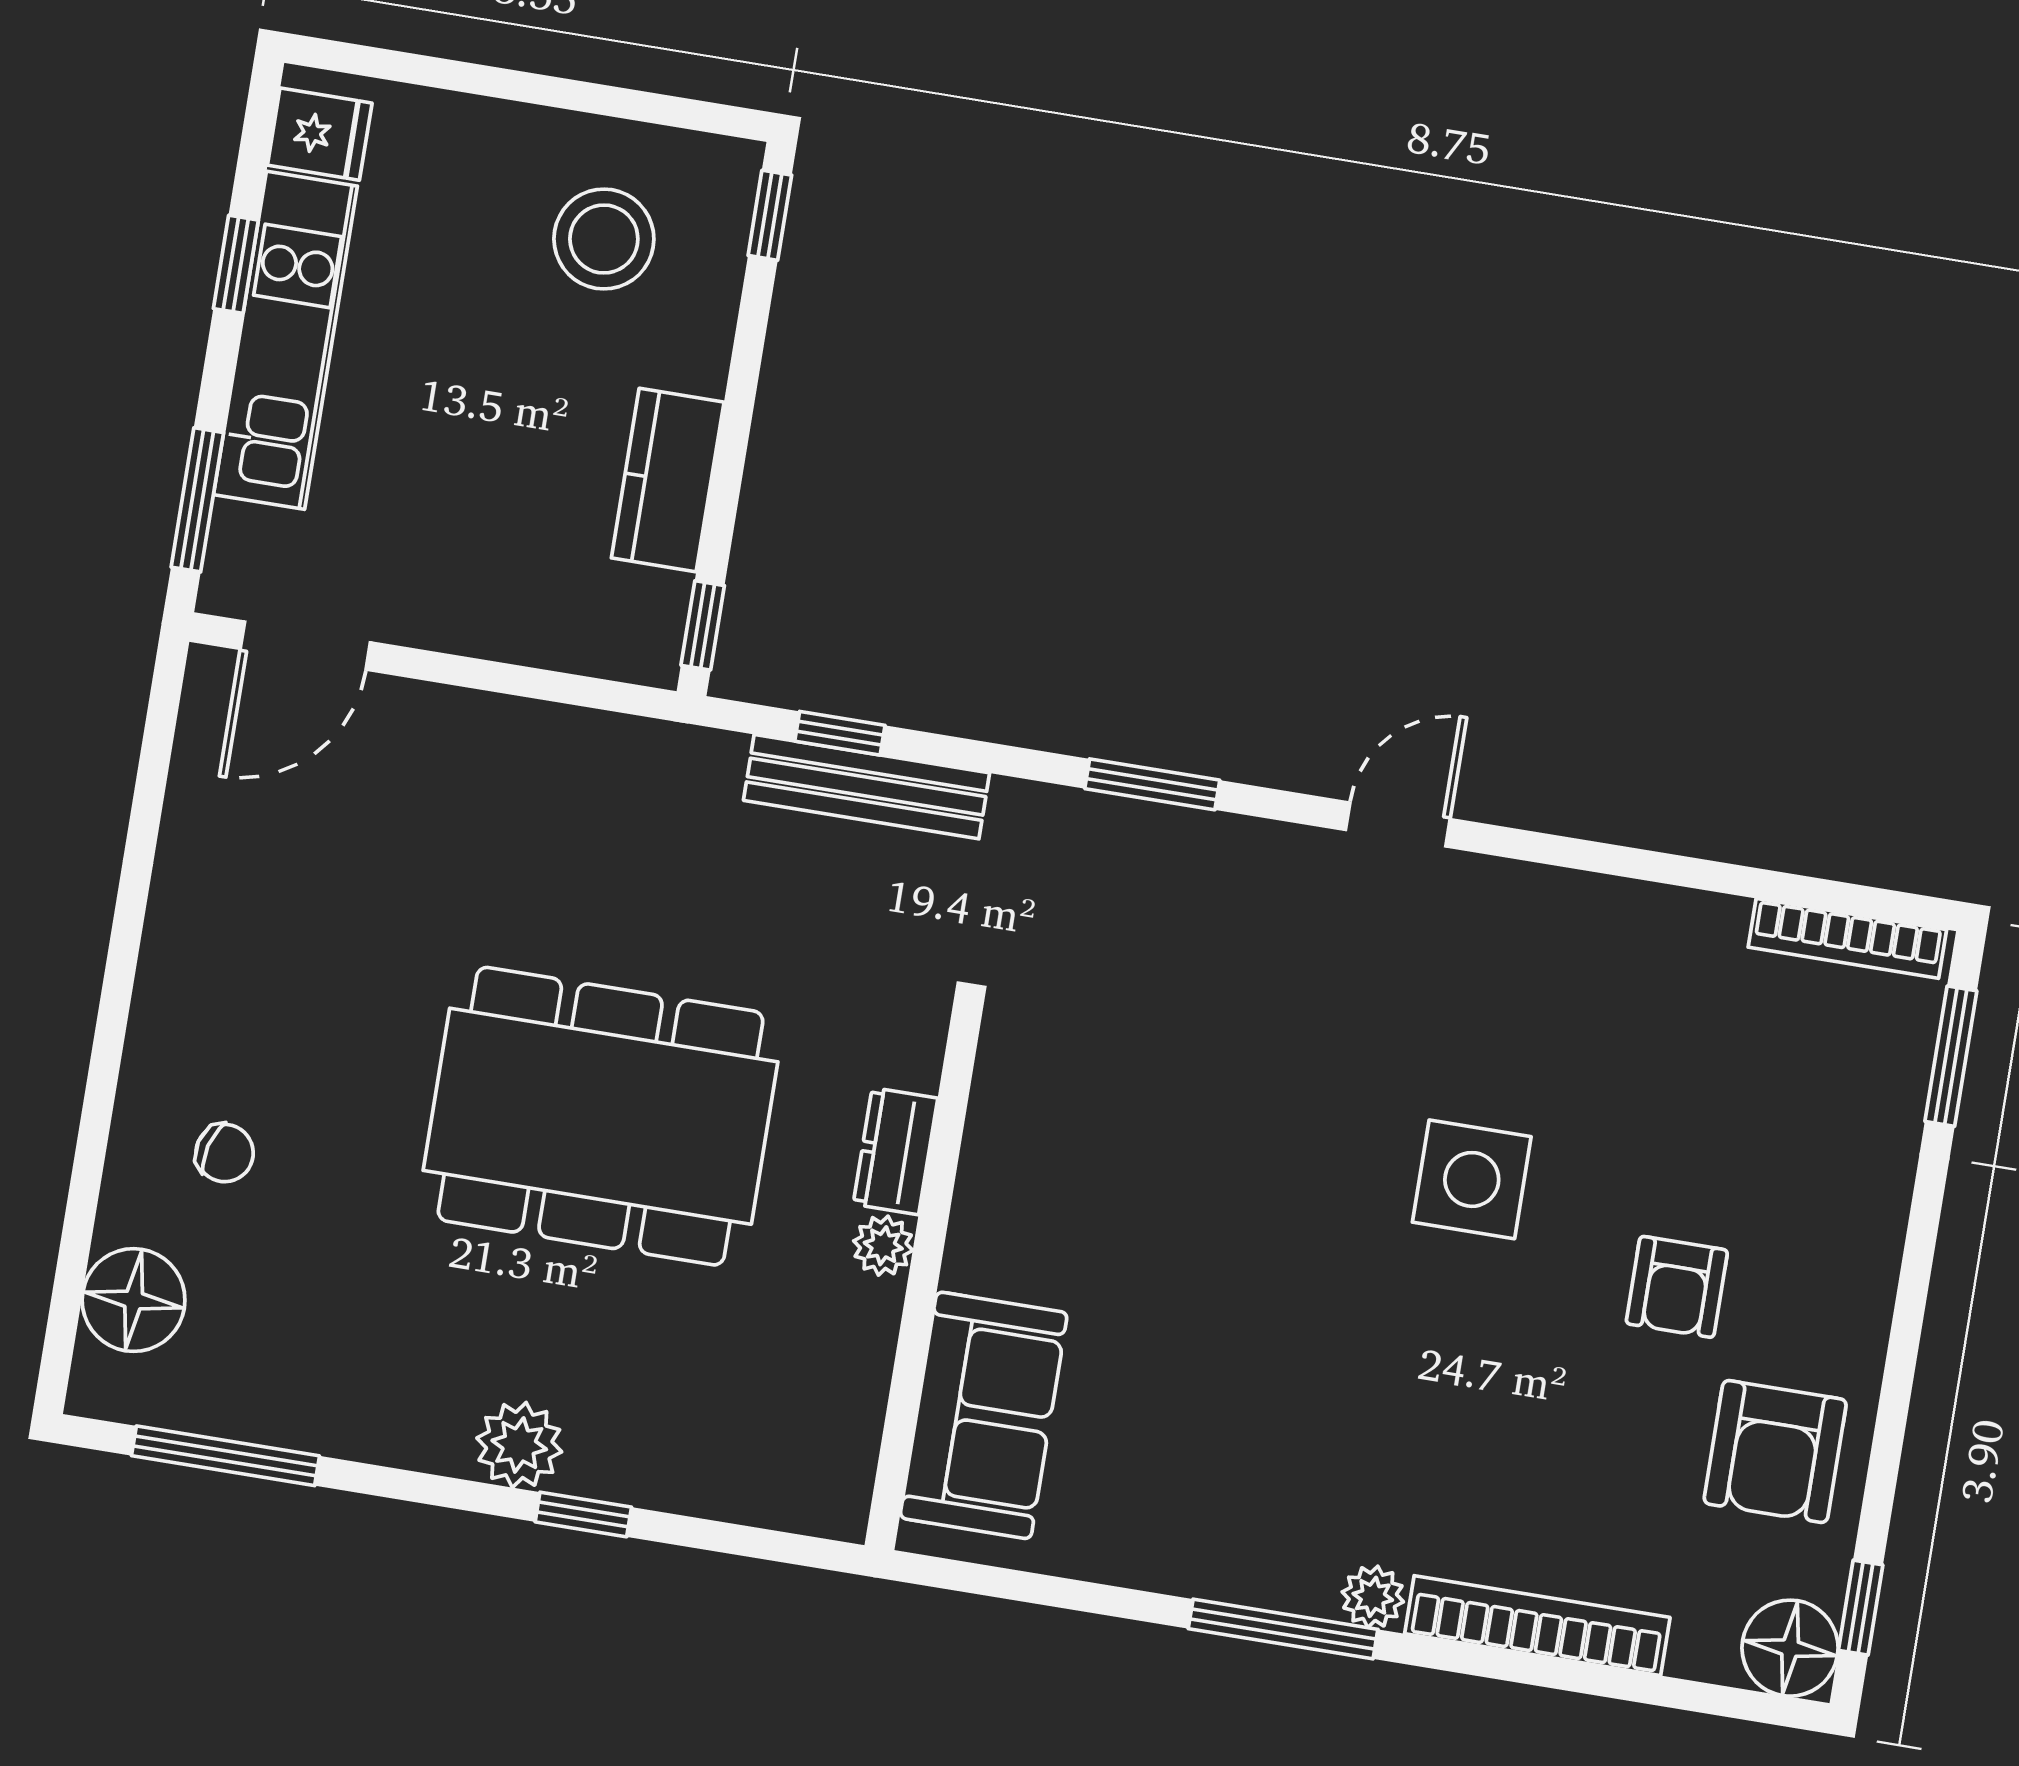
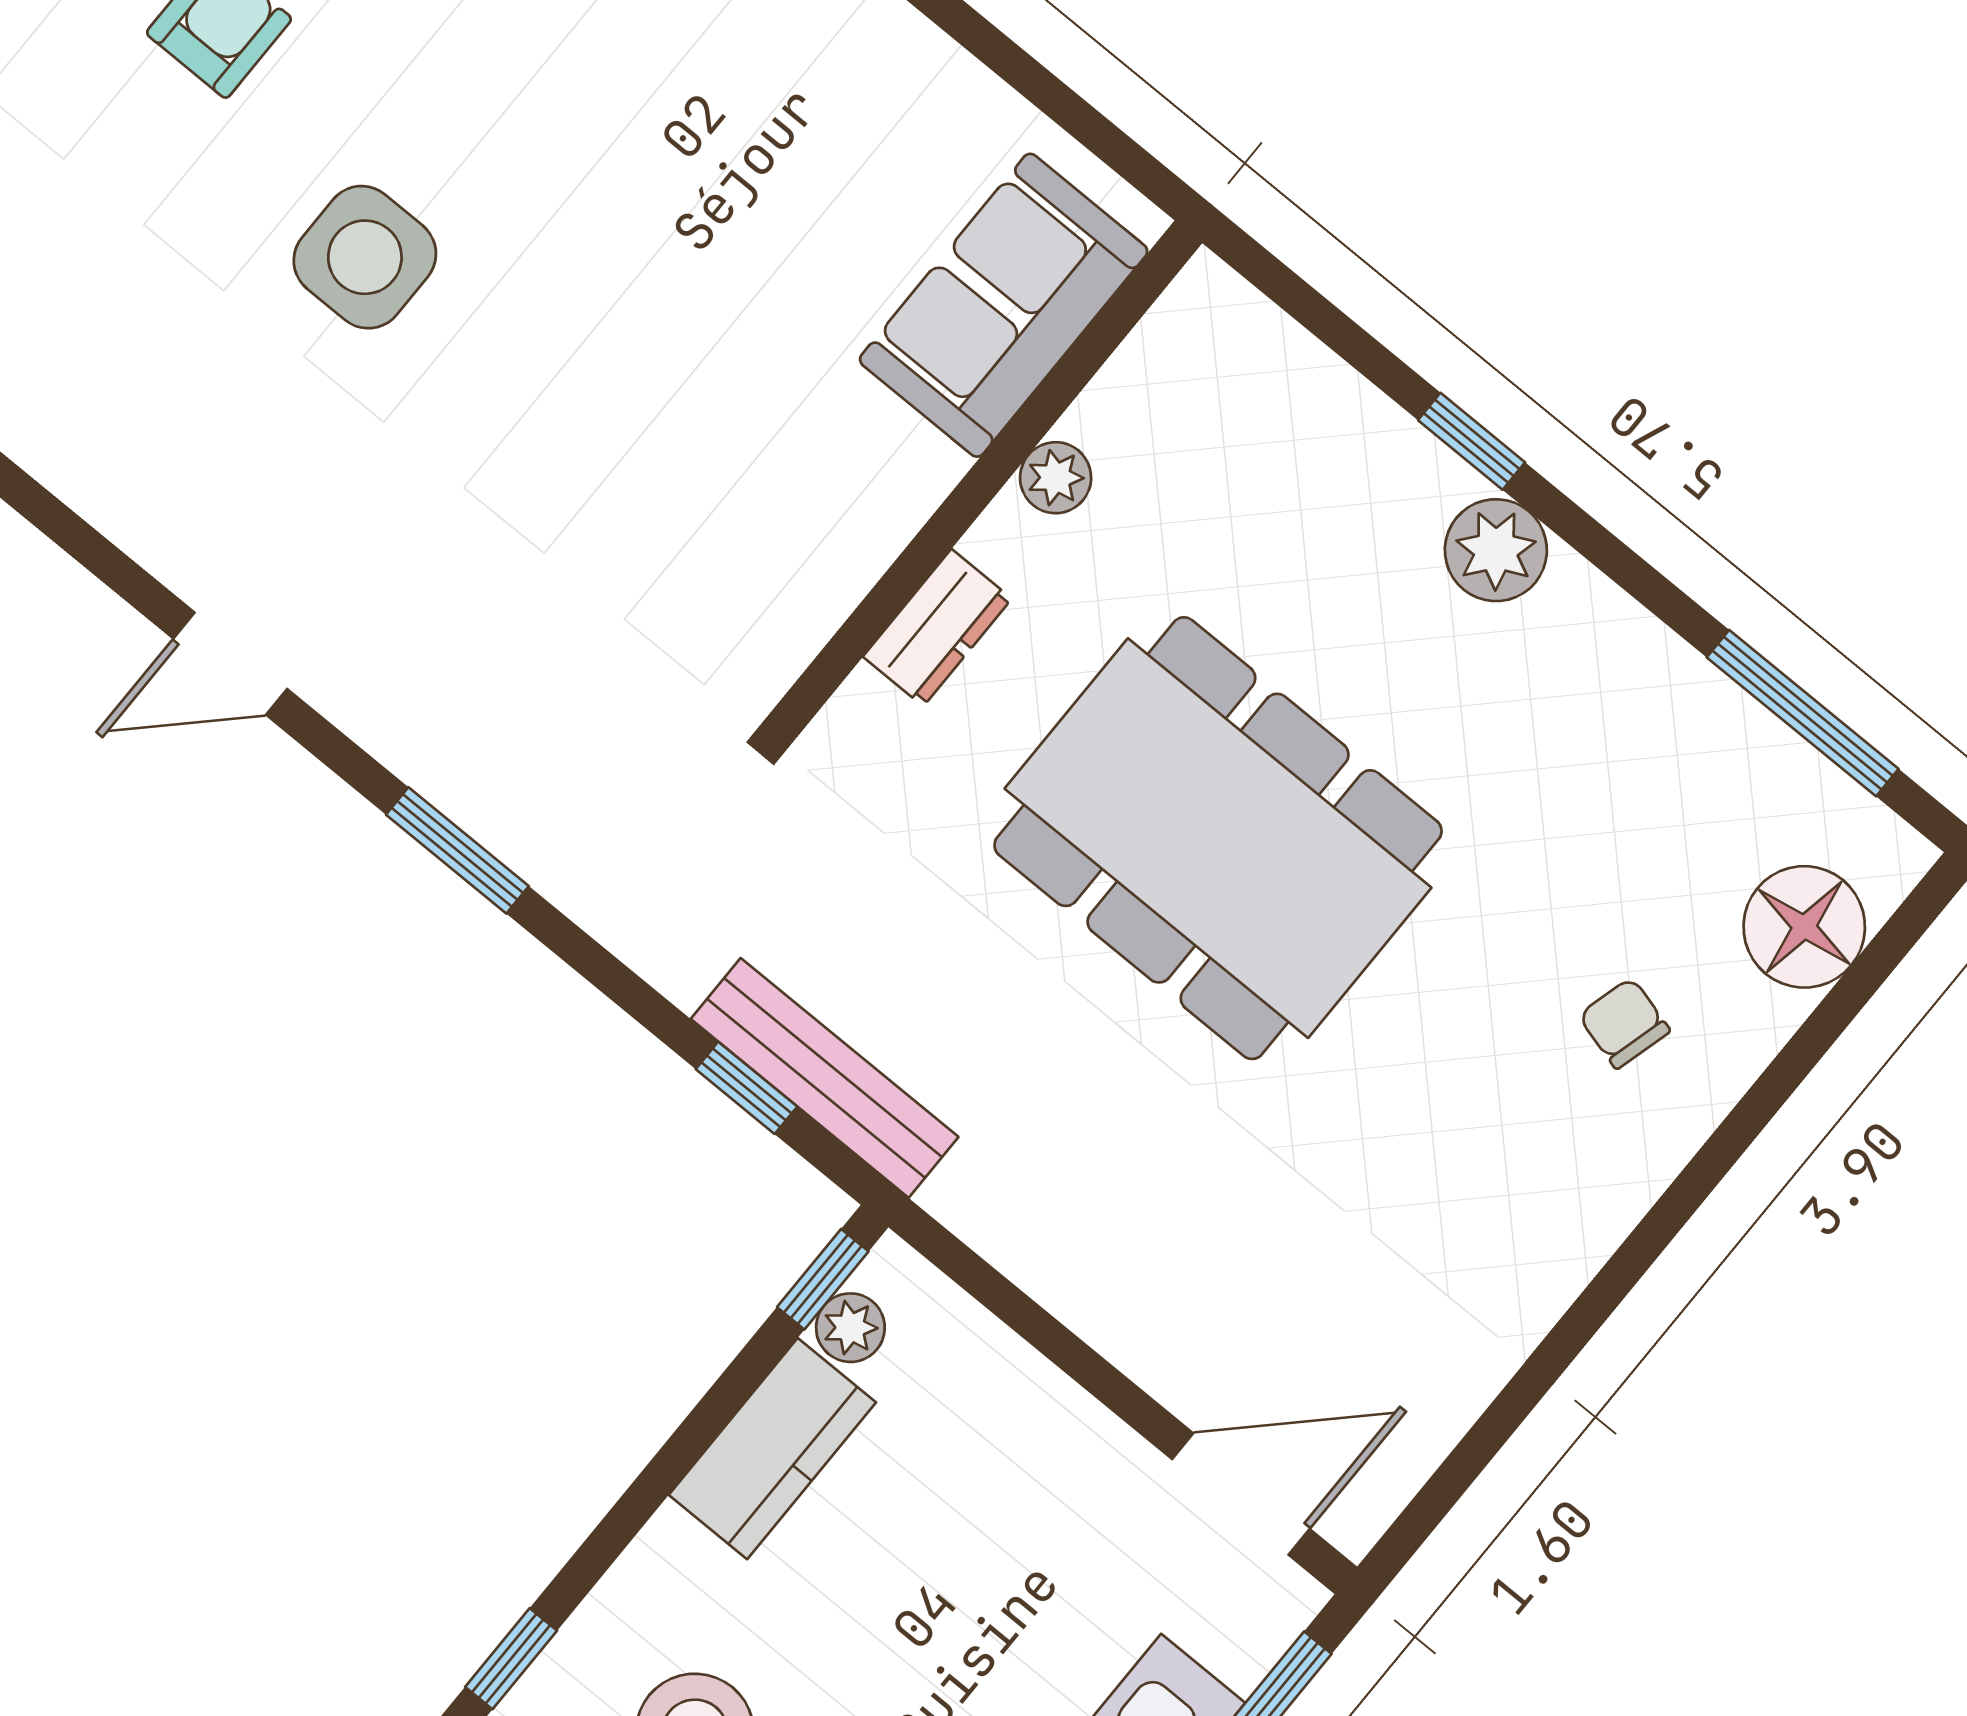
plant: (662, 602) -> (850, 1328), added
bench: (867, 787) -> (825, 1078), moved
plant: (883, 1246) -> (1056, 478), moved

